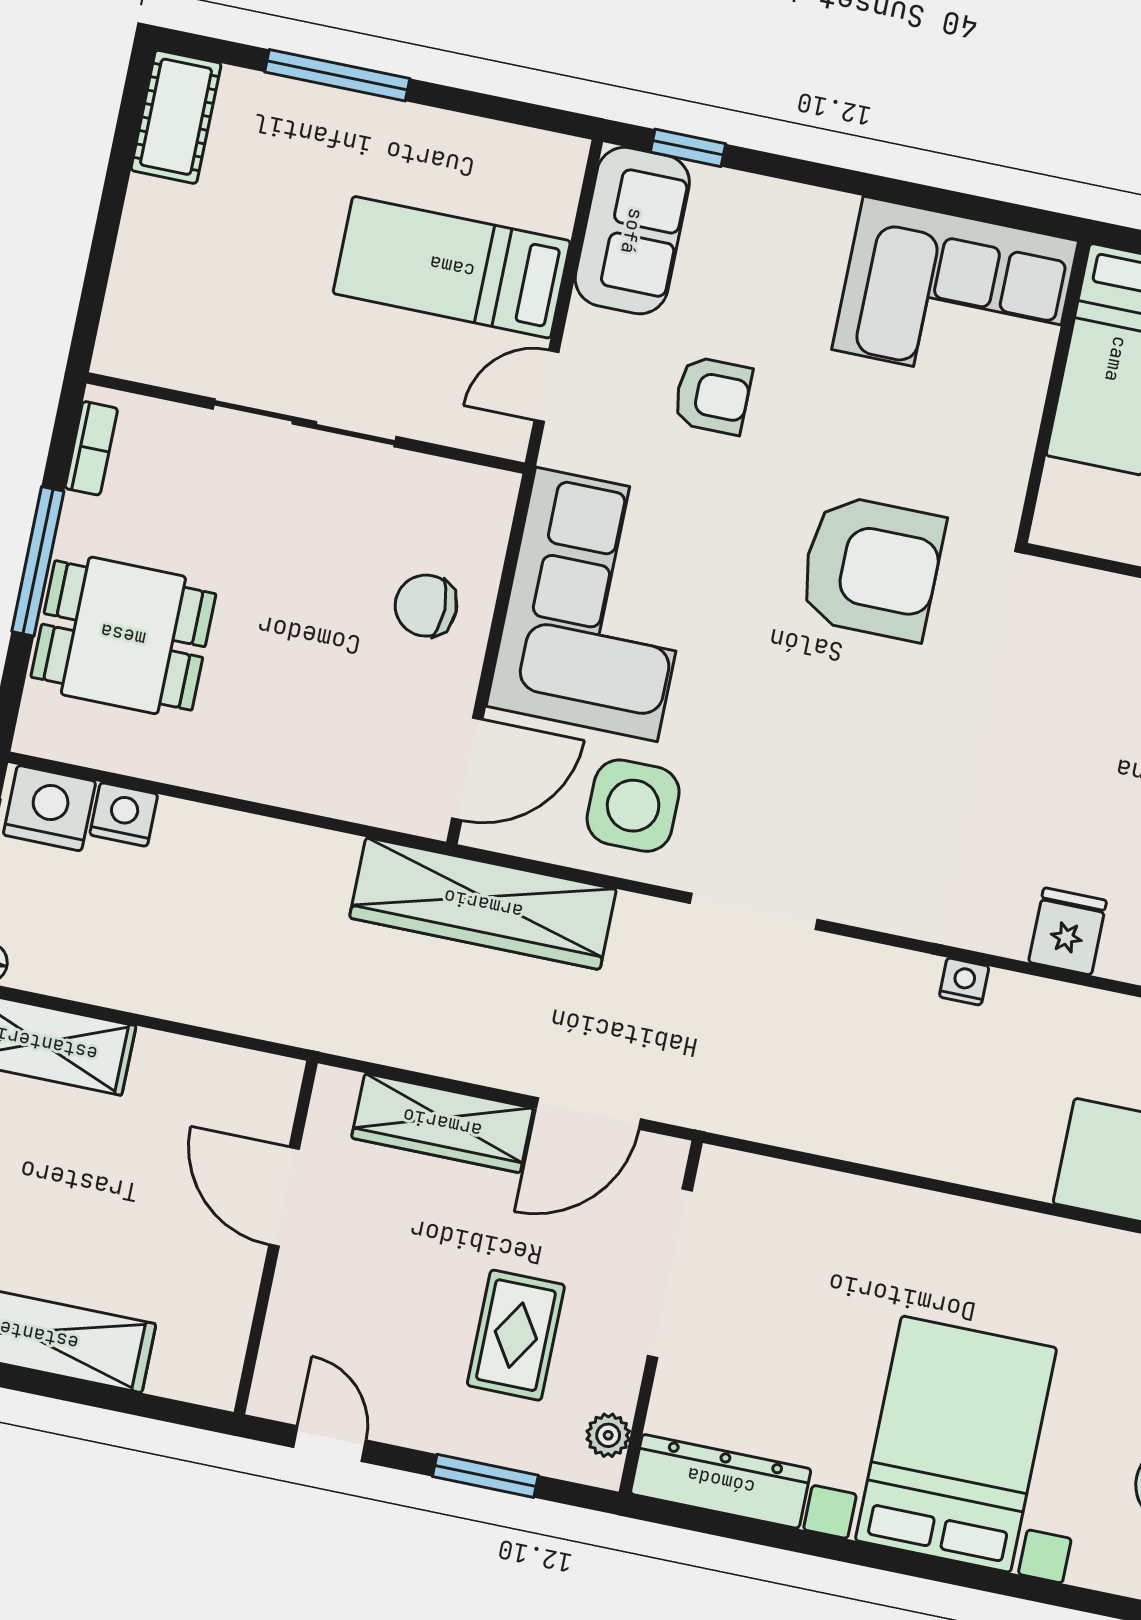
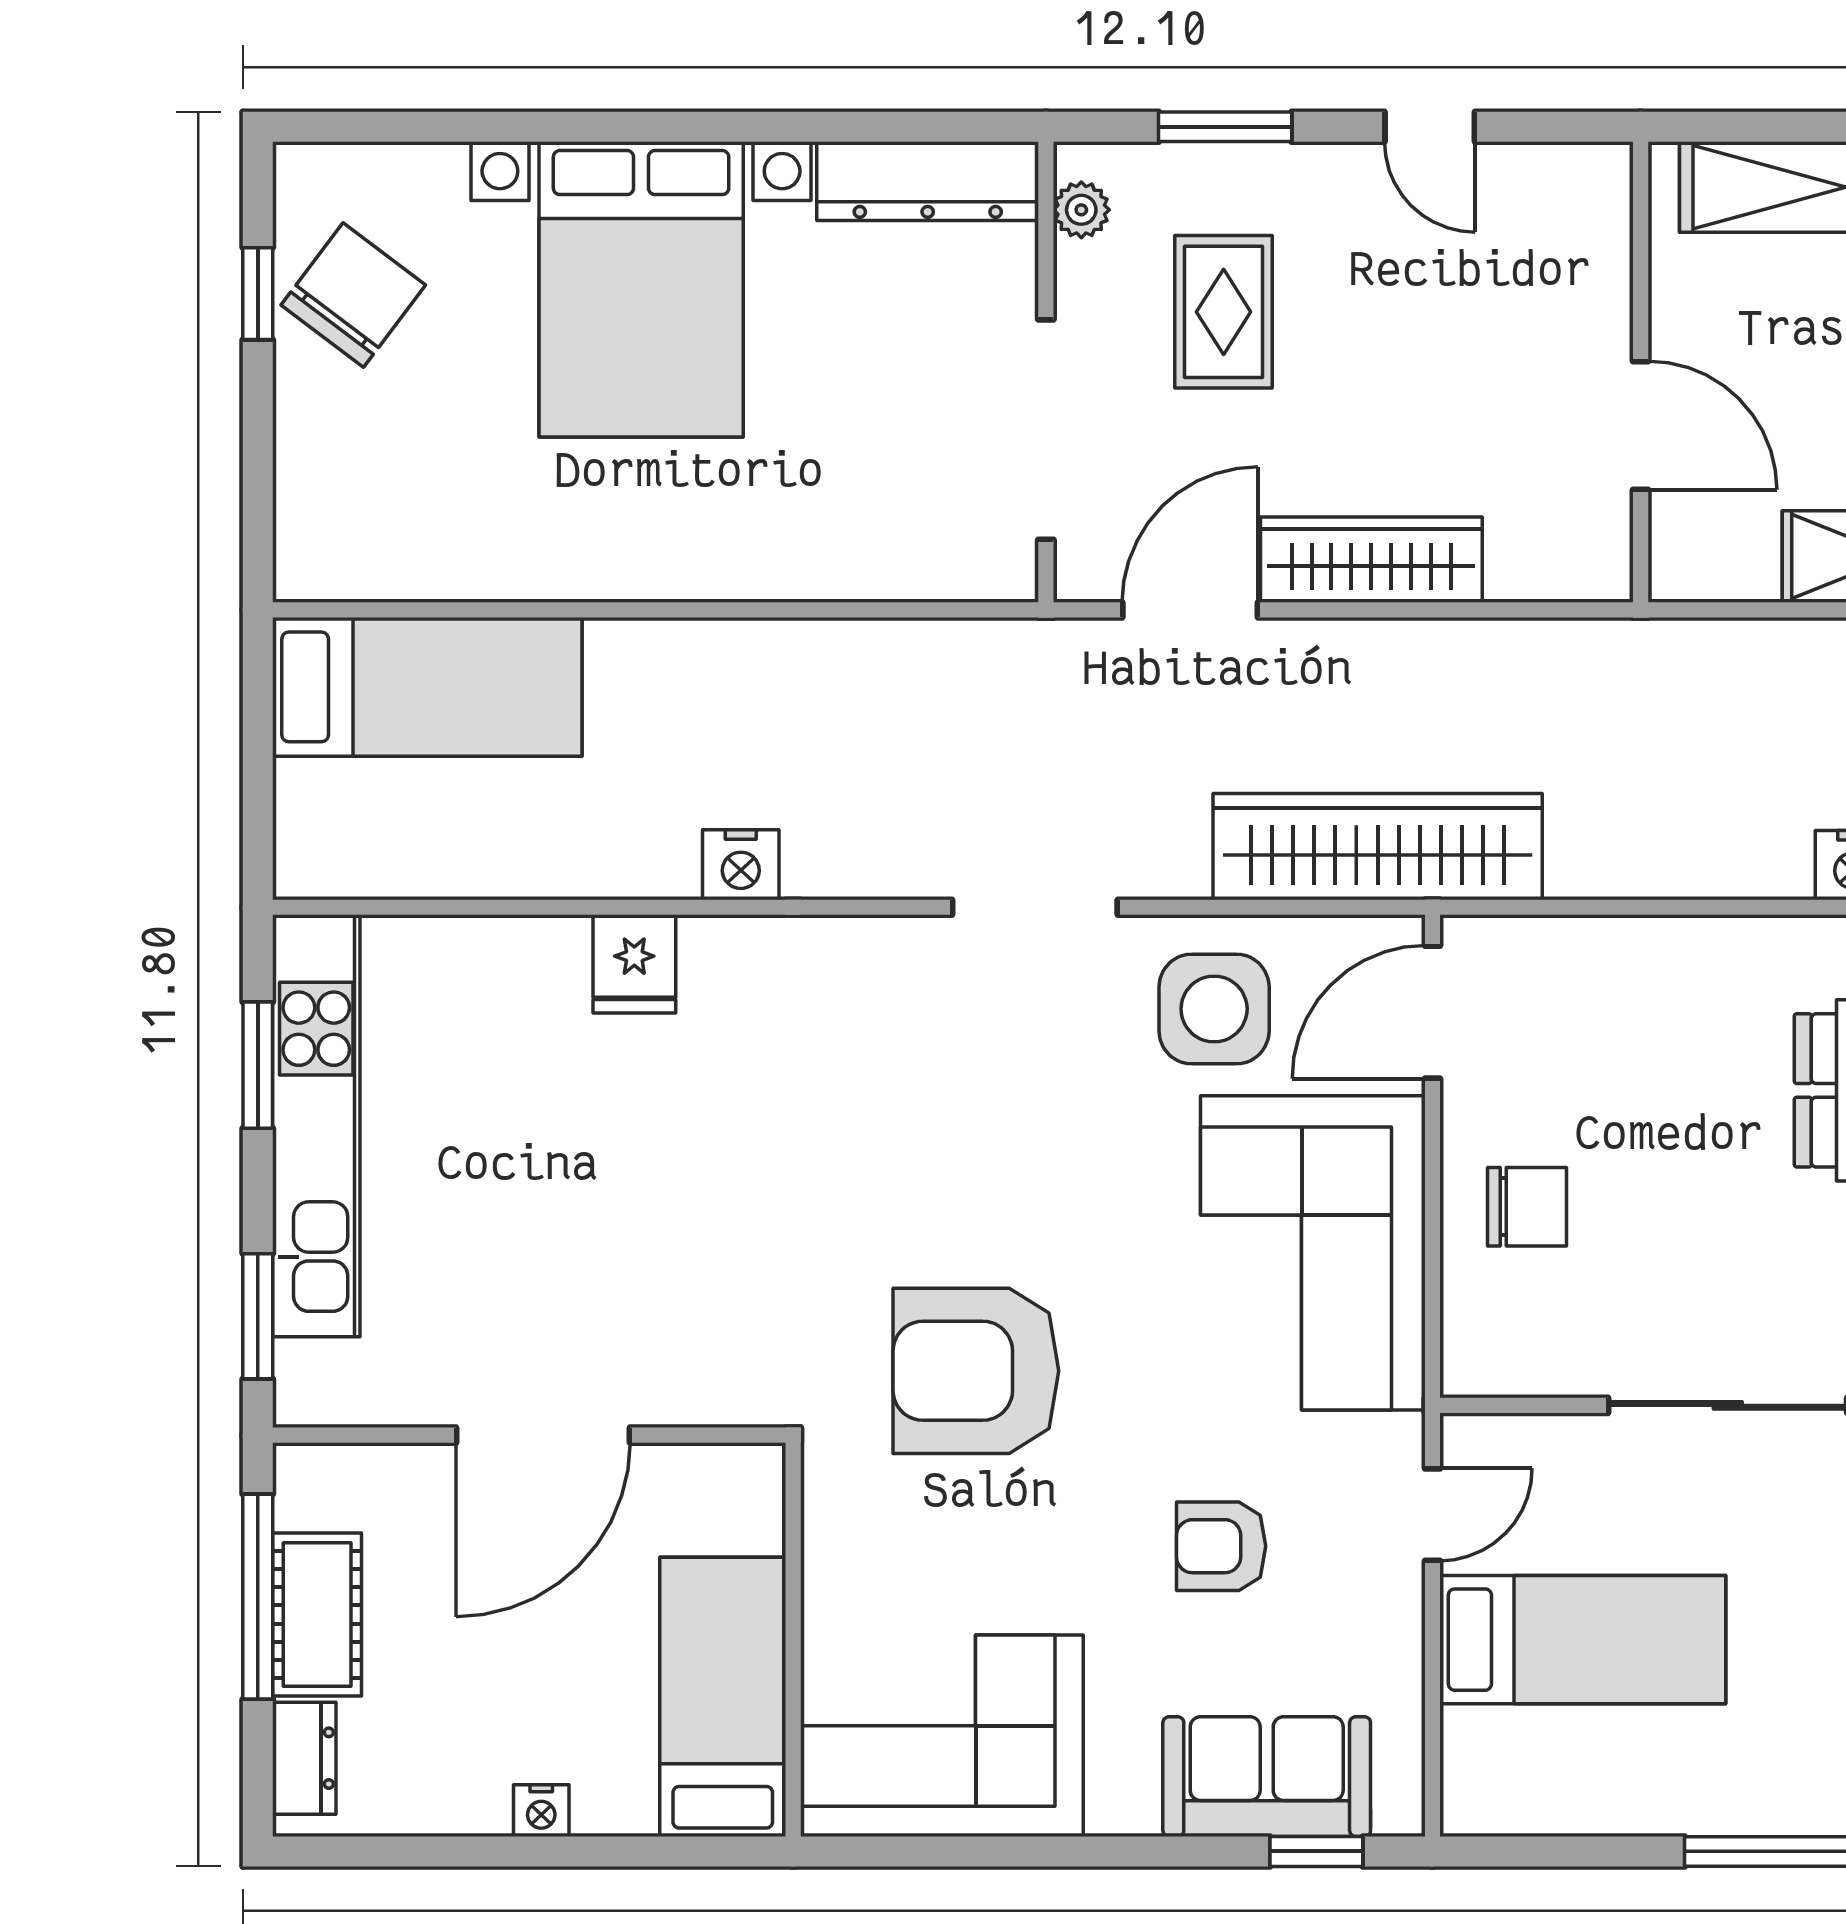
sofa: (632, 231) -> (1267, 1777), moved, turned 90
nightstand: (964, 982) -> (741, 865), width x1.39, depth x1.35
door: (284, 1197) -> (1641, 426), moved
wall: (276, 1238) -> (1641, 372), moved

